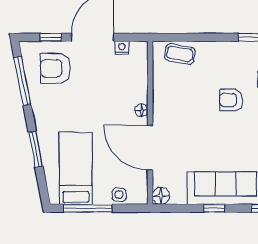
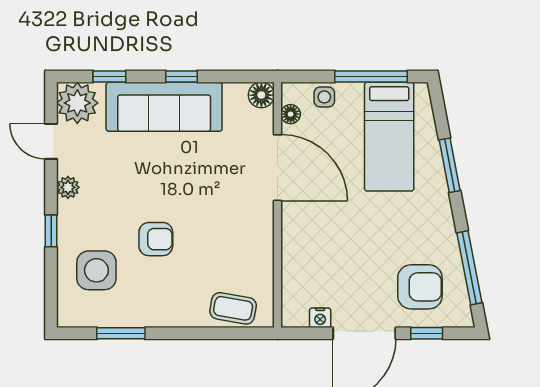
floor lamp: (141, 110) -> (291, 114), moved

